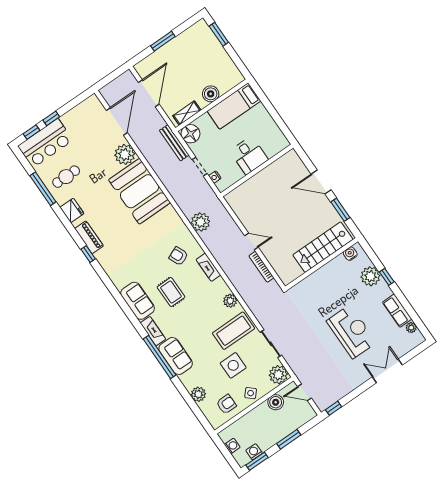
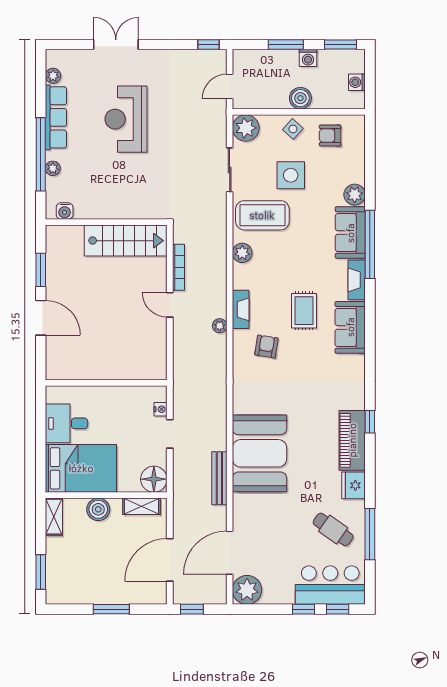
shelving: (233, 72) -> (54, 517), added
window: (116, 74) -> (192, 609), added
bed: (234, 106) -> (81, 468), width x1.50
bench: (174, 143) -> (219, 478), moved
plant: (125, 154) -> (247, 590), moved
desk: (249, 155) -> (66, 423), moved, turned -90
cafe table: (66, 177) -> (333, 530), turned 35
plant: (200, 222) -> (220, 326), moved, width x0.53, depth x0.53
piano: (89, 237) -> (352, 440), width x1.37, depth x1.33
stairs: (323, 247) -> (126, 241), moved
armchair: (178, 256) -> (266, 346), turned -148
plant: (370, 276) -> (53, 168), width x0.53, depth x0.53
window: (387, 277) -> (41, 154), width x3.17
row of seats: (397, 311) -> (56, 117), width x1.48
double door: (387, 371) -> (116, 45), swing flipped
door: (304, 392) -> (230, 86), swing flipped
plant: (198, 394) -> (355, 195), moved
boiler: (276, 402) -> (300, 98), moved
washing machine: (254, 452) -> (308, 58), moved

